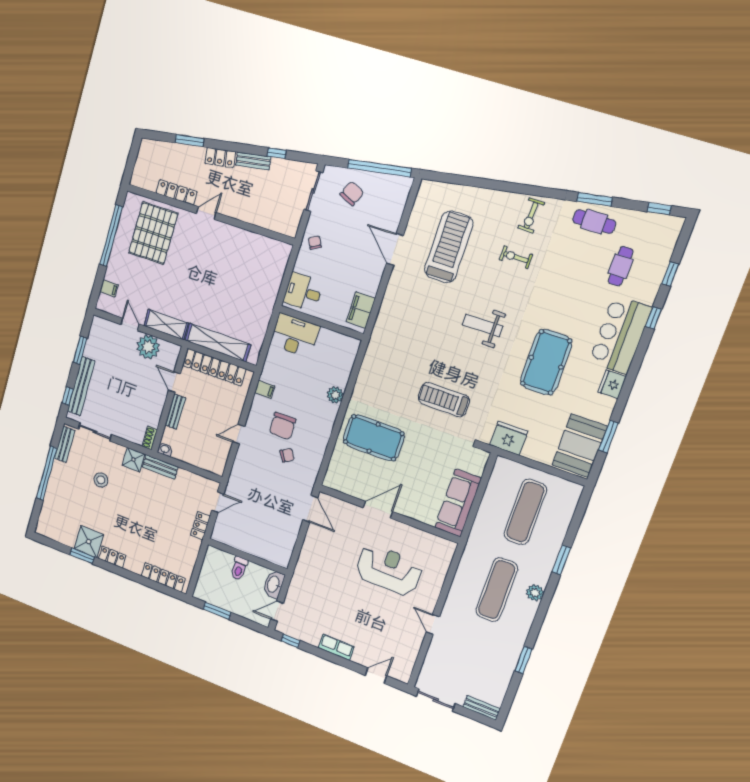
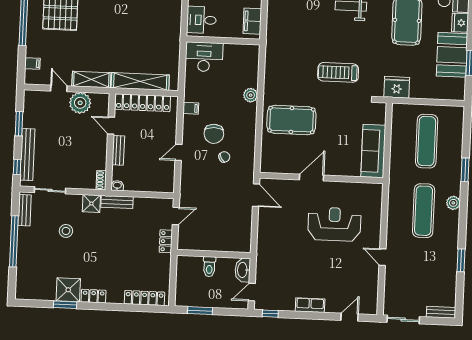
booth: (580, 446) -> (452, 55), moved

